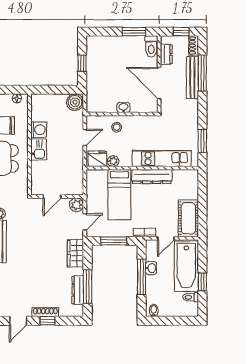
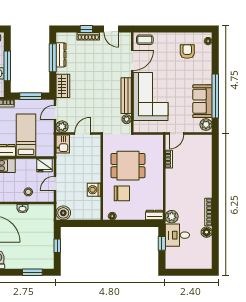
window: (134, 32) -> (32, 272), moved
kitchen sink: (39, 149) -> (63, 144), moved, turned 180
plant: (113, 161) -> (31, 163), removed
door: (18, 321) -> (111, 29), swing flipped

